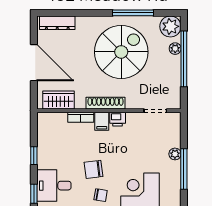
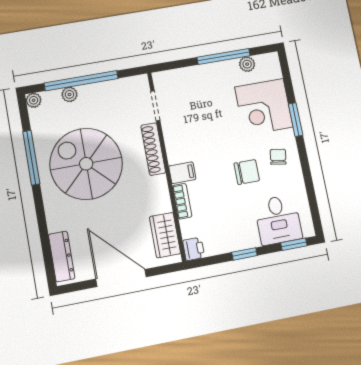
plant: (170, 26) -> (34, 100), width x0.53, depth x0.53
door: (34, 63) -> (121, 278), hinge flipped
shoe rack: (106, 103) -> (153, 149), moved
printer: (118, 119) -> (194, 249), moved
plant: (175, 154) -> (247, 64), moved
chair: (94, 169) -> (247, 172), turned -83

